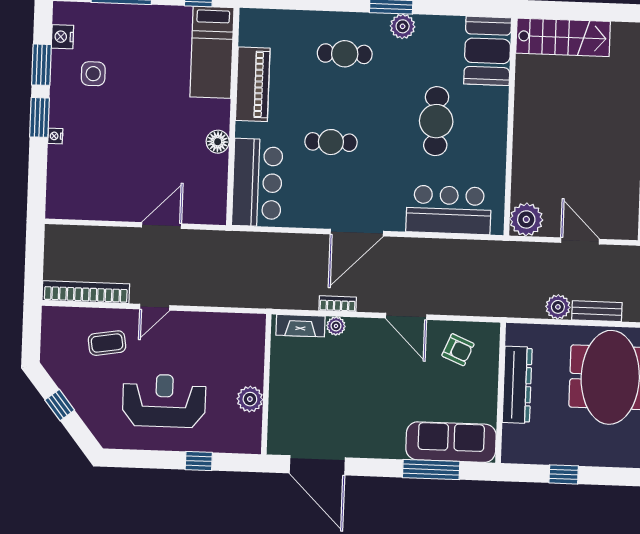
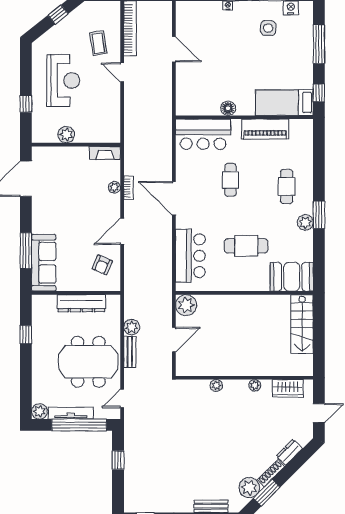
door: (162, 225) -> (174, 49), moved
fireplace: (300, 326) -> (105, 153), moved, turned -90

